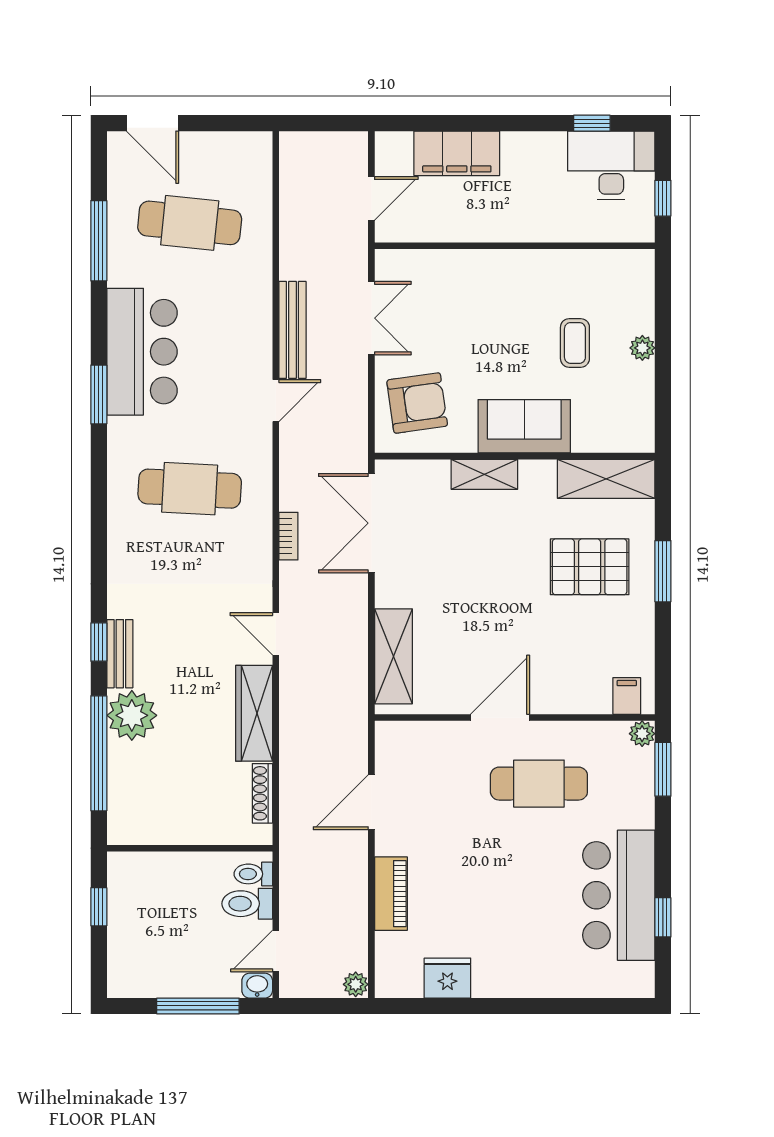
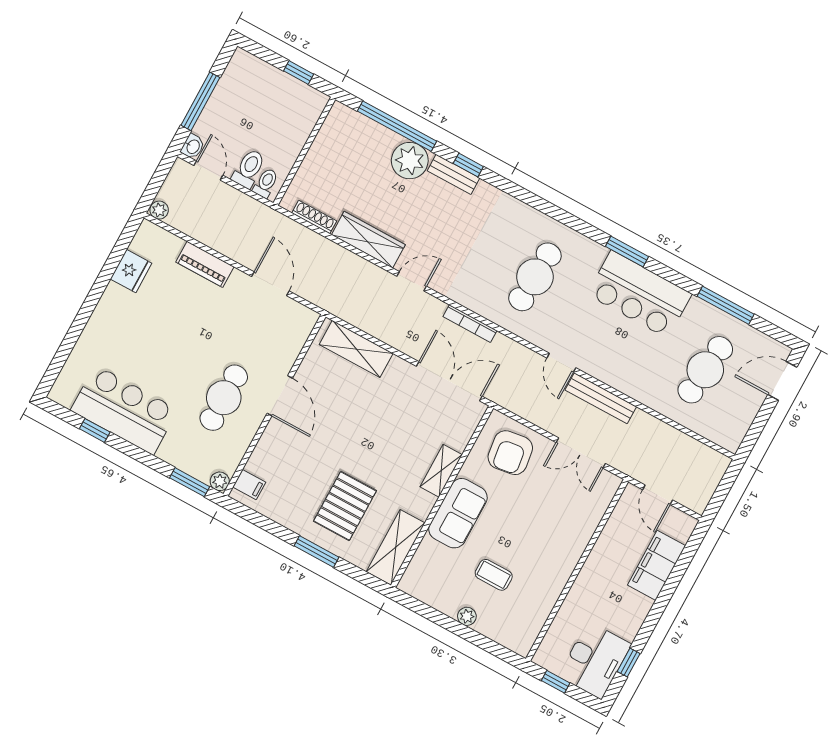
bookcase: (288, 536) -> (470, 324), width x1.56

